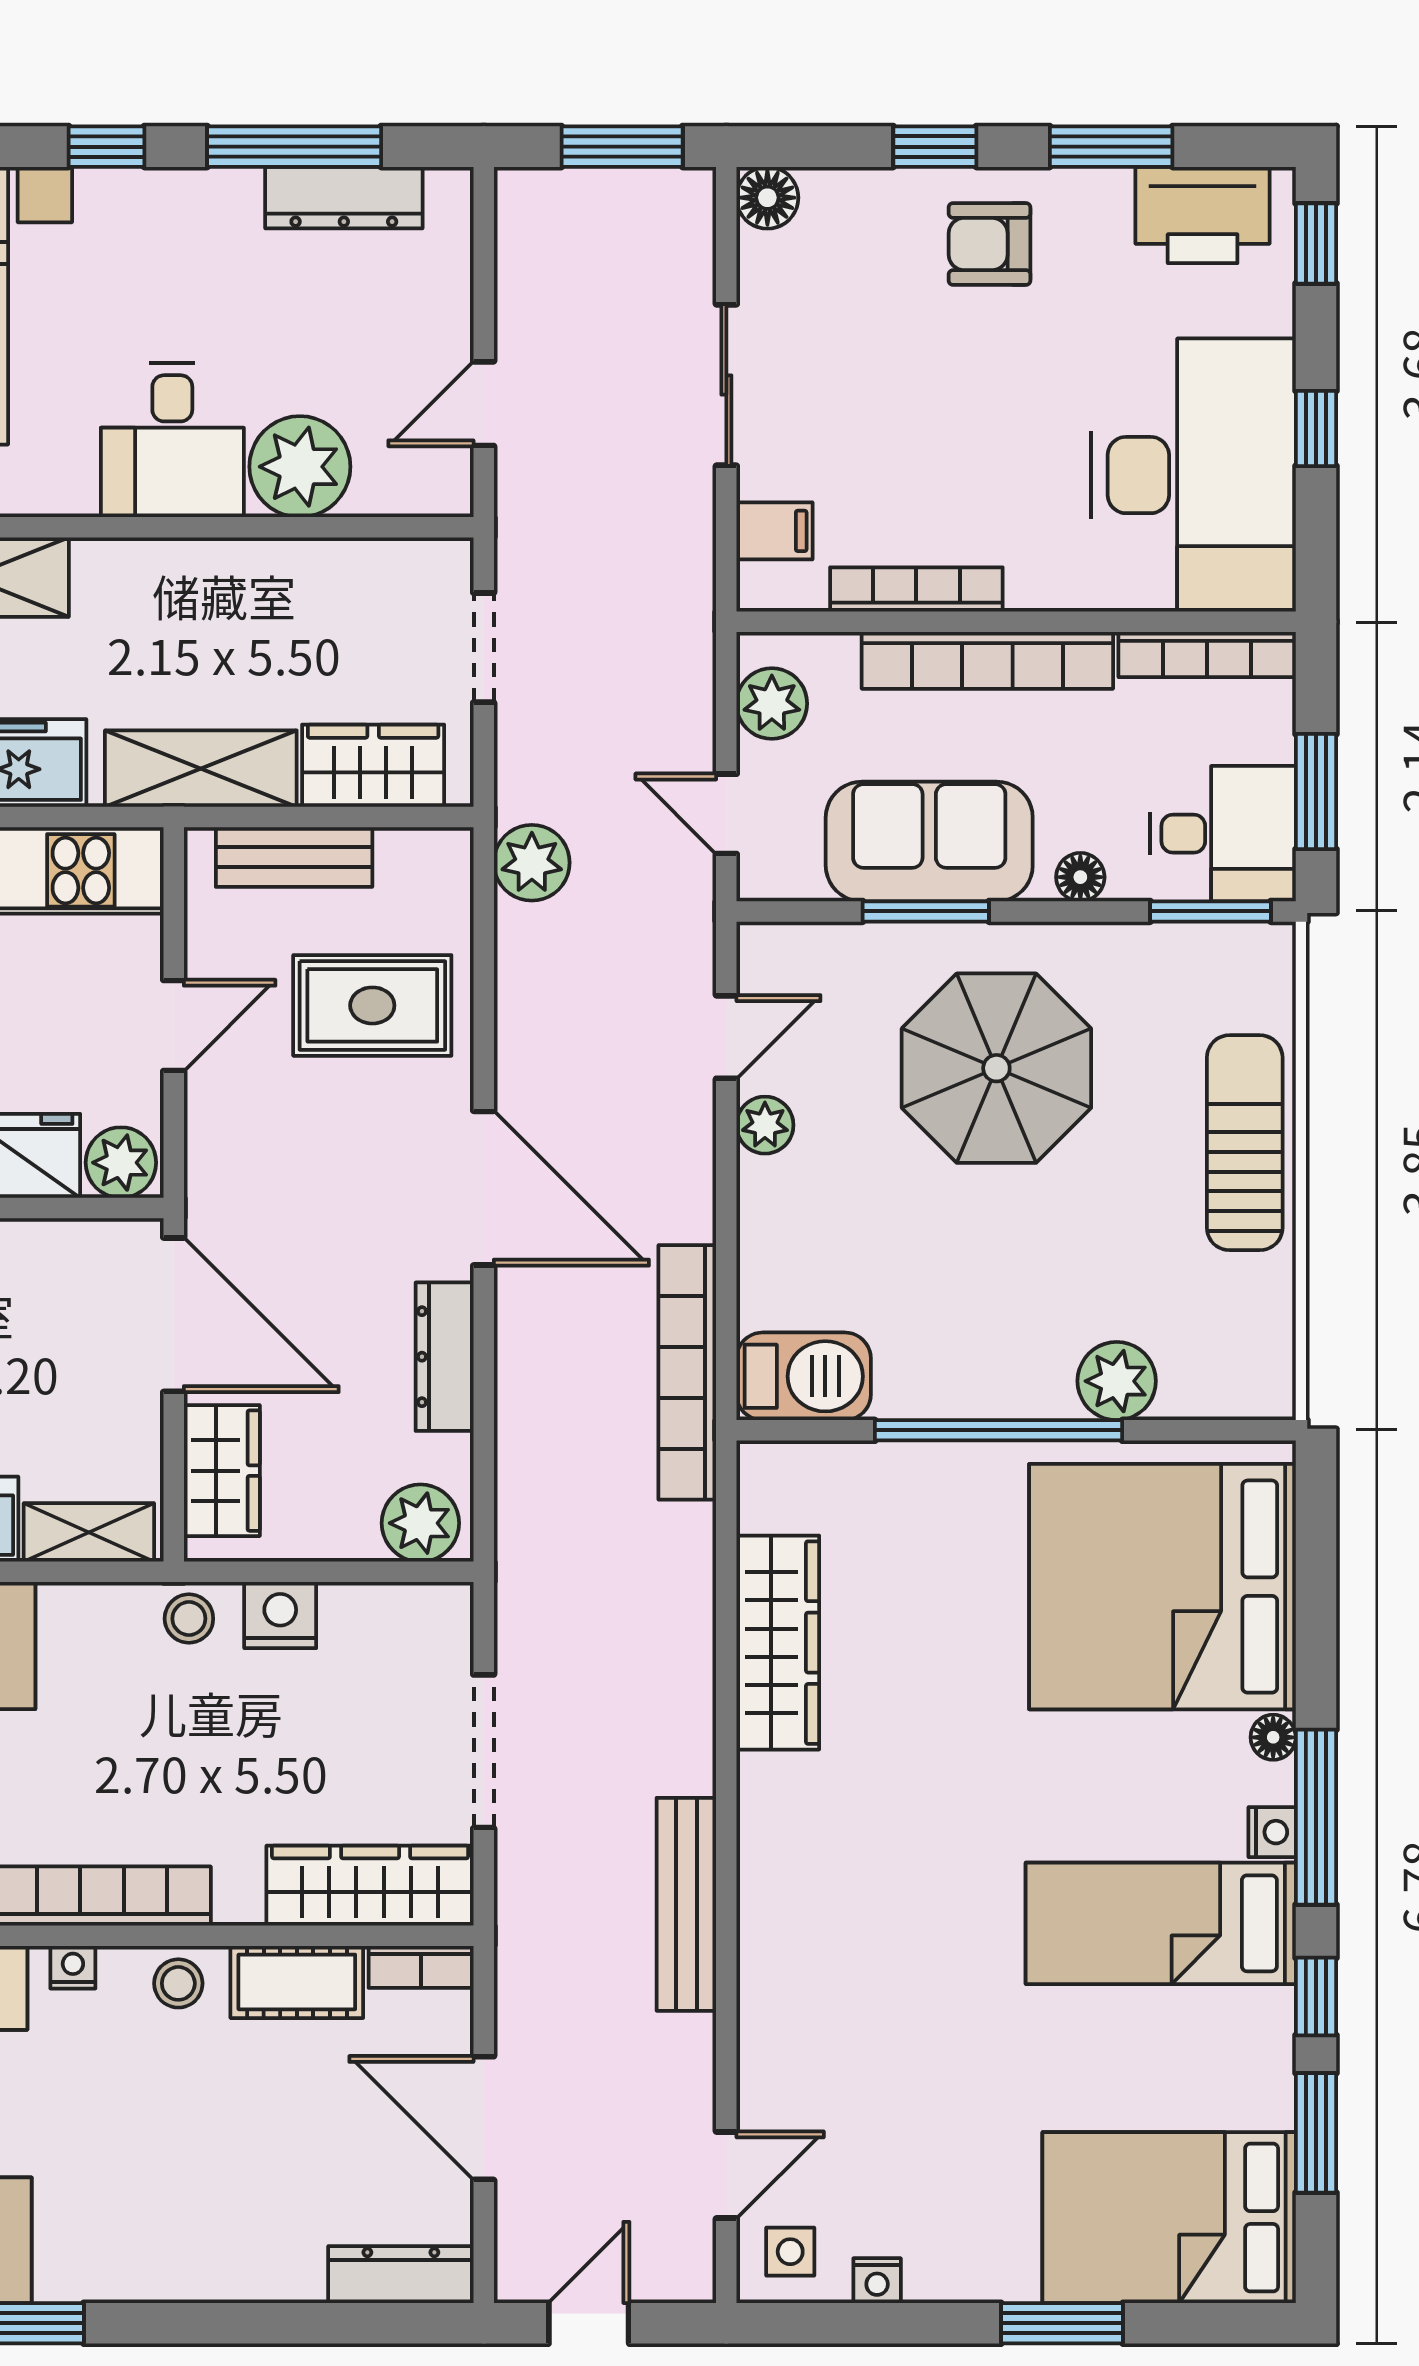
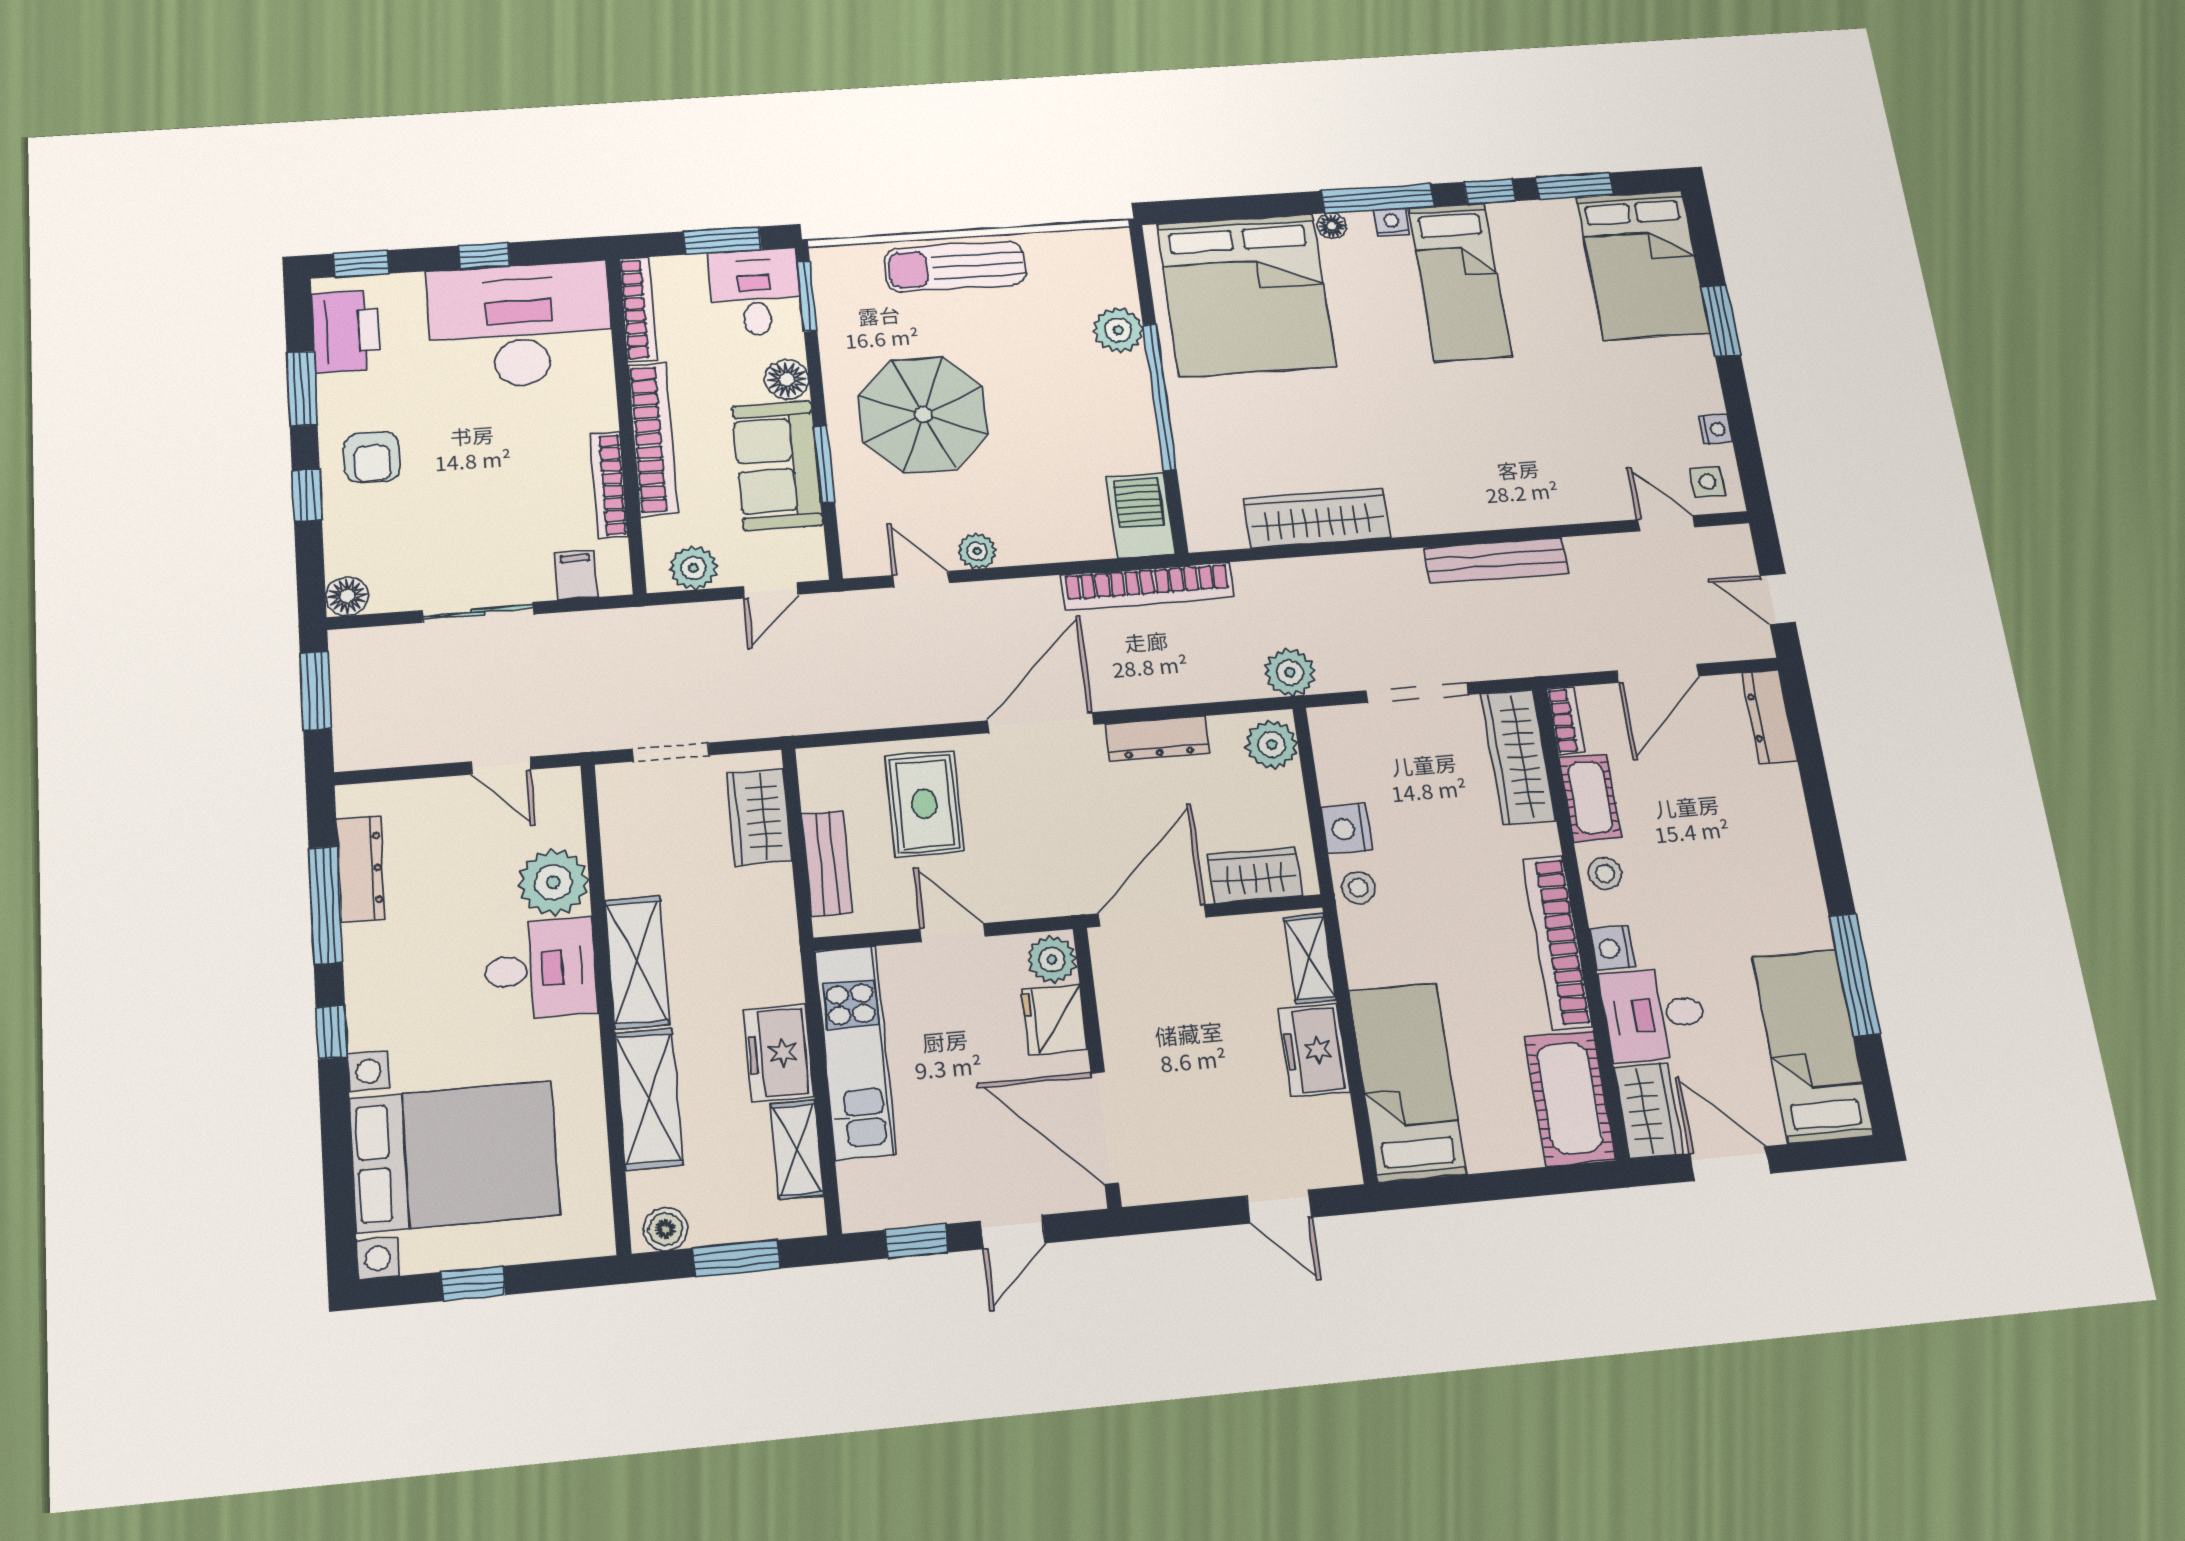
shelving: (201, 769) -> (637, 962), moved
plant: (532, 863) -> (1290, 672), moved
floor lamp: (1080, 877) -> (787, 379), width x1.37, depth x1.37
nightstand: (73, 1967) -> (1612, 948), width x1.39, depth x1.35

